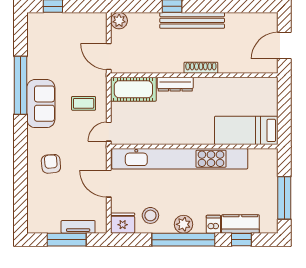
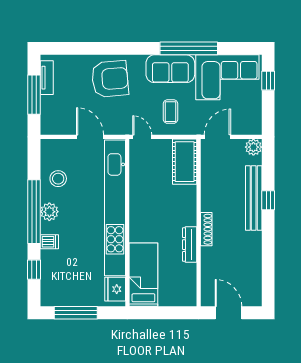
bench: (192, 20) -> (254, 198), moved
corner sofa: (49, 47) -> (227, 77), added
dresser: (175, 84) -> (190, 245), moved
armchair: (51, 164) -> (110, 79), width x1.88, depth x1.88
door: (109, 184) -> (90, 137), hinge flipped
fridge: (123, 223) -> (115, 289), moved, turned 180
kitchen counter: (240, 224) -> (50, 269), removed
tv unit: (78, 227) -> (47, 78), moved

